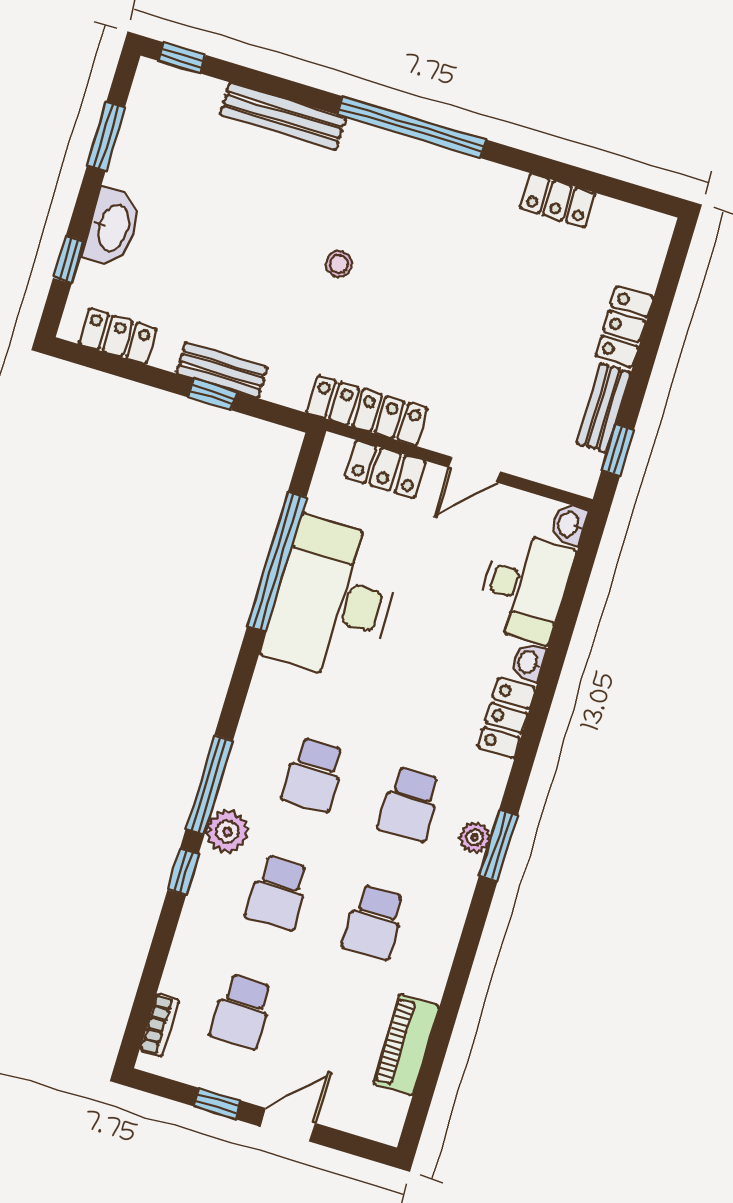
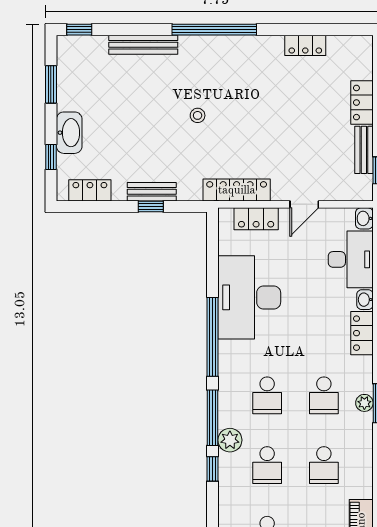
window: (277, 561) -> (213, 337), moved

